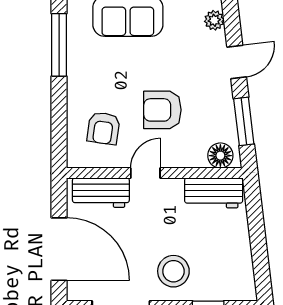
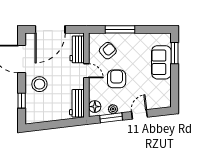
plant: (214, 20) -> (113, 109), moved
window: (59, 45) -> (120, 29), moved
door: (237, 62) -> (139, 114), swing flipped
armchair: (103, 128) -> (108, 51), turned 130

